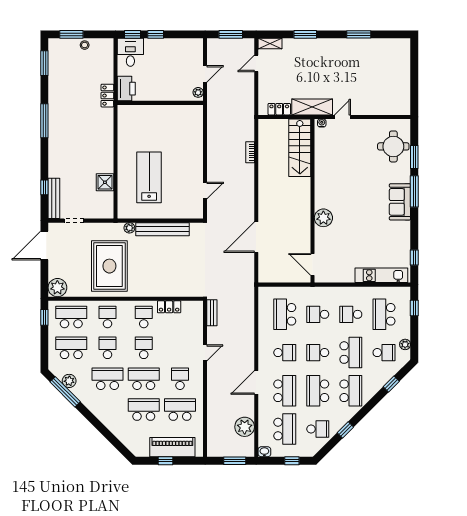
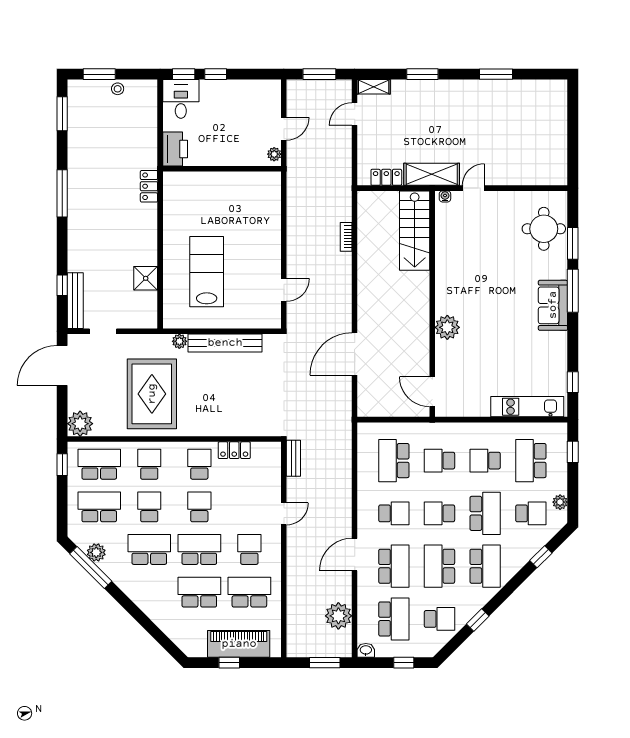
locker: (107, 96) -> (149, 186), moved

